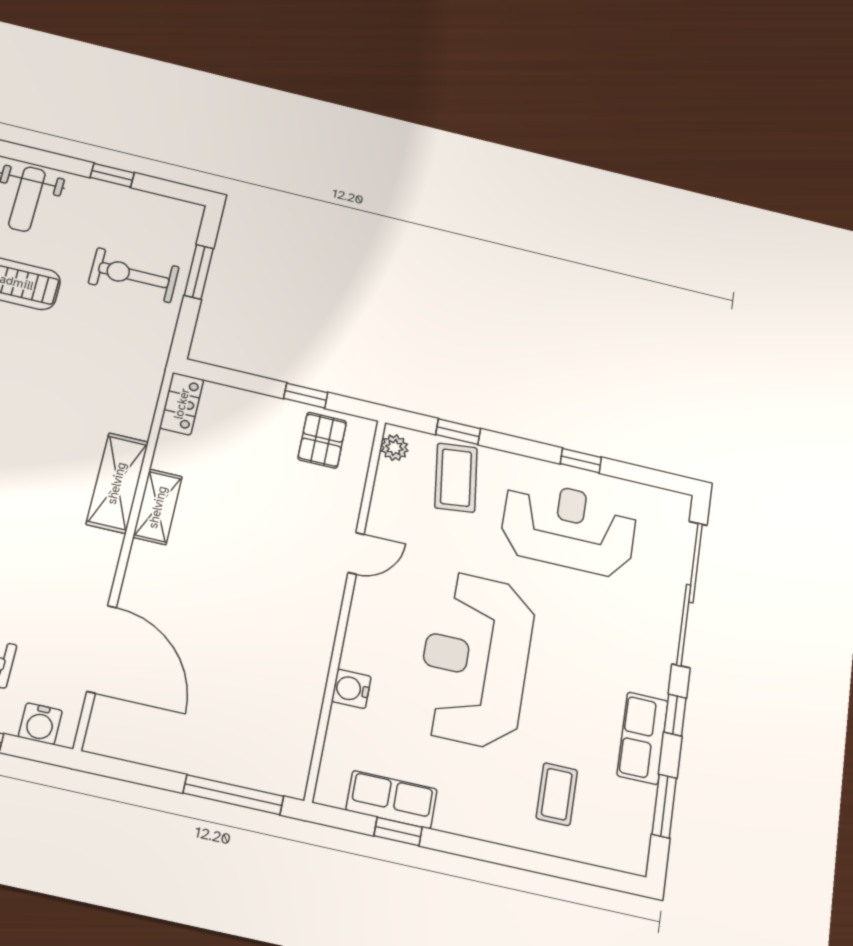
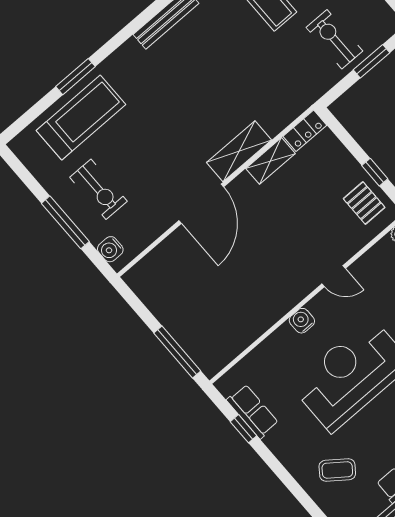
pallet: (322, 440) -> (364, 203), turned 90
shelving: (158, 507) -> (271, 161), moved
door: (102, 649) -> (201, 204), moved
water cooler: (351, 689) -> (302, 321), moved
coffee table: (557, 794) -> (337, 470), turned 37

